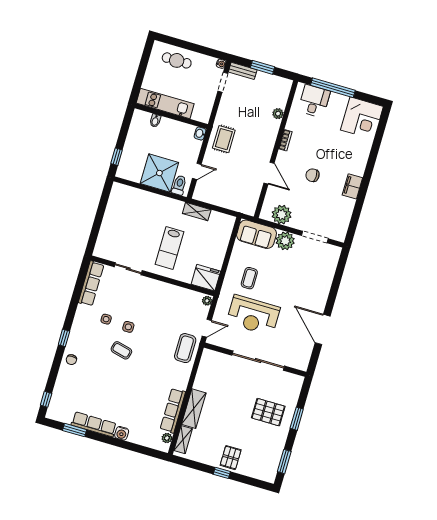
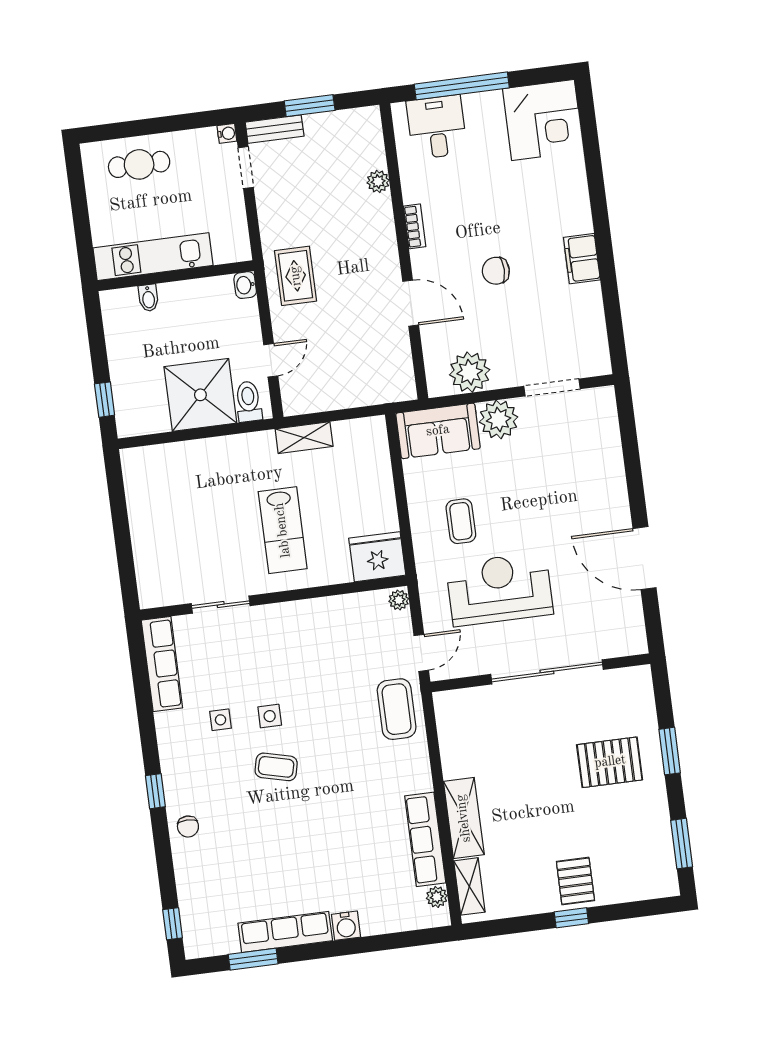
reception desk: (253, 315) -> (500, 589), turned 180

